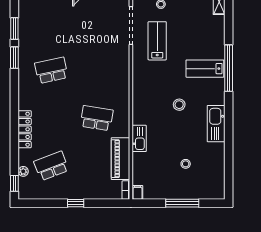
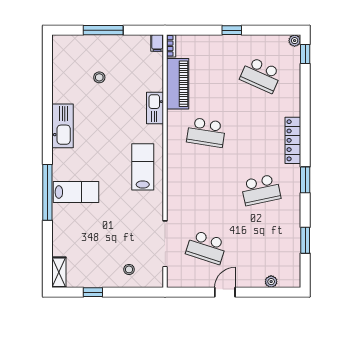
school desk: (97, 23) -> (206, 247), added
lab bench: (157, 41) -> (143, 167), moved, turned 180
window: (14, 58) -> (305, 180), moved
stool: (179, 105) -> (107, 149), removed
locker: (25, 129) -> (293, 140), moved
school desk: (51, 166) -> (261, 75), turned 45
plant: (23, 171) -> (295, 41), moved

